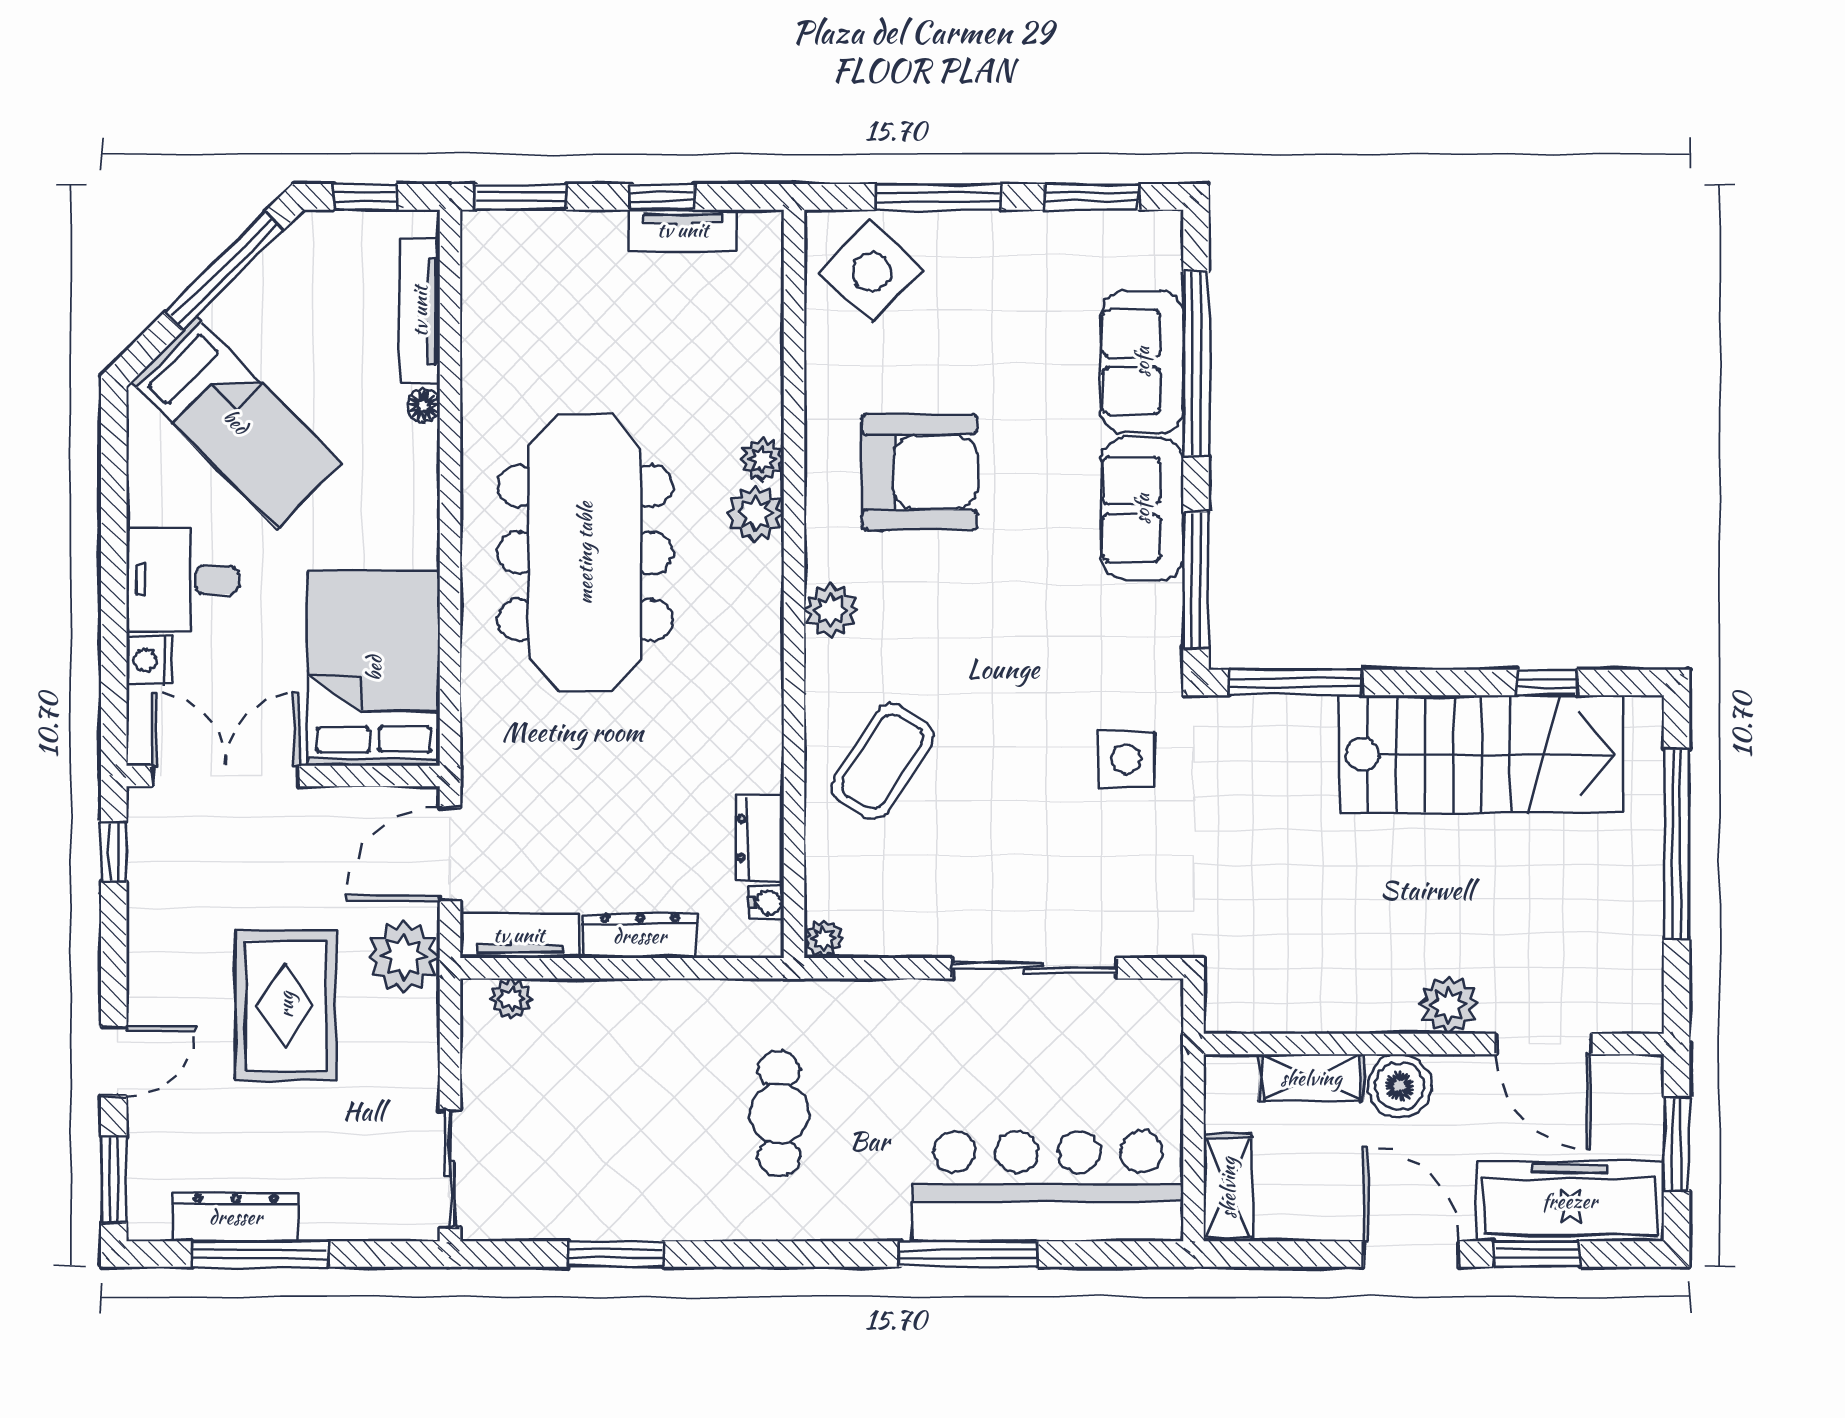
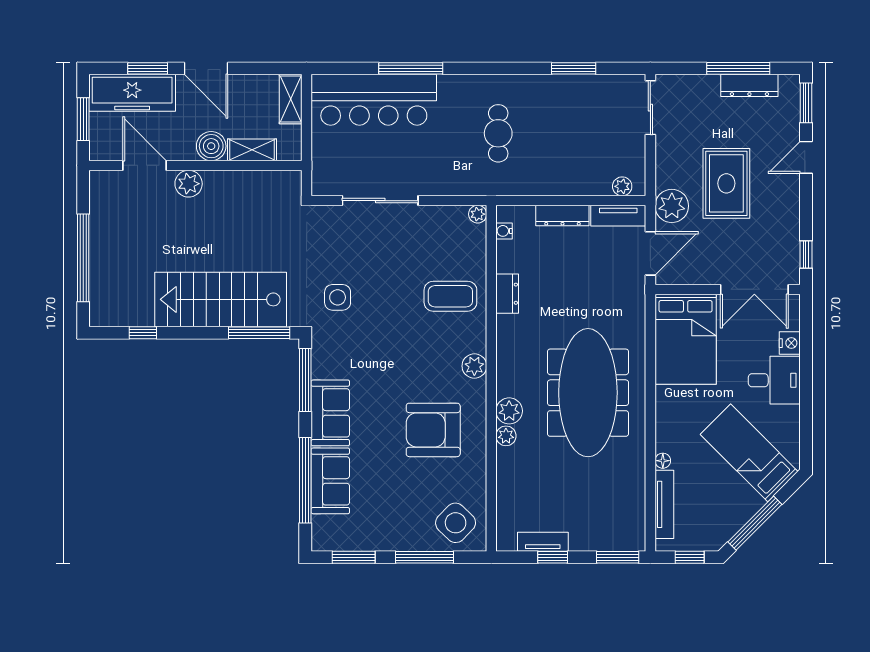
stairs: (1482, 754) -> (221, 299), moved
coffee table: (882, 761) -> (450, 296), turned 57
dresser: (760, 838) -> (507, 294), moved

